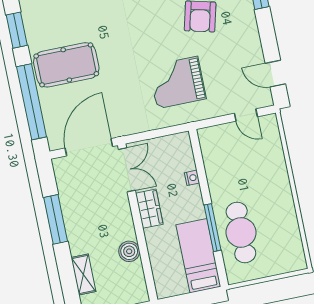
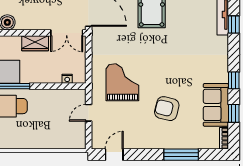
door: (246, 115) -> (89, 113), moved
nightstand: (192, 178) -> (67, 79), moved

